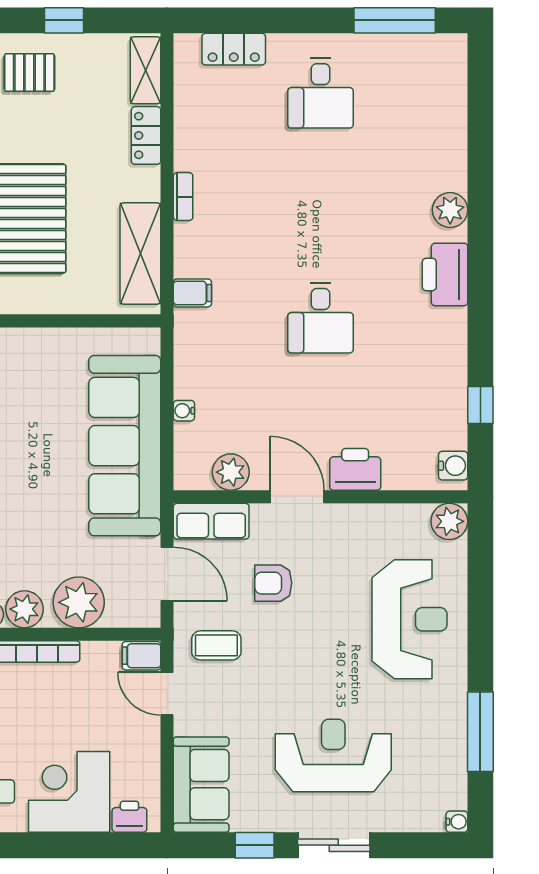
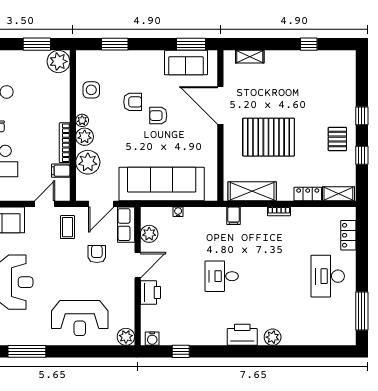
desk: (321, 93) -> (328, 276), width x1.37
filing cabinet: (141, 656) -> (61, 171), moved, turned -90

